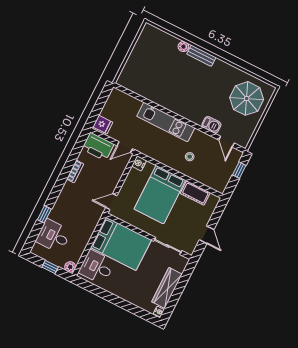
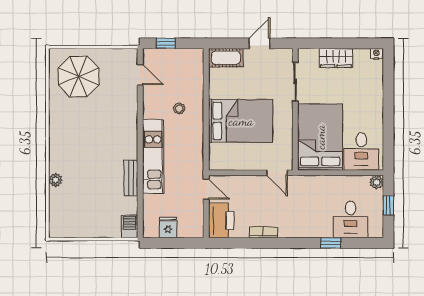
bench: (201, 56) -> (131, 178), moved
fridge: (103, 125) -> (168, 228), moved
barbecue: (211, 125) -> (130, 226), moved
door: (226, 142) -> (140, 75), hinge flipped
nightstand: (139, 163) -> (216, 163), removed
cot: (195, 193) -> (226, 58), moved, turned 90
wardrobe: (167, 288) -> (336, 58), width x0.67

